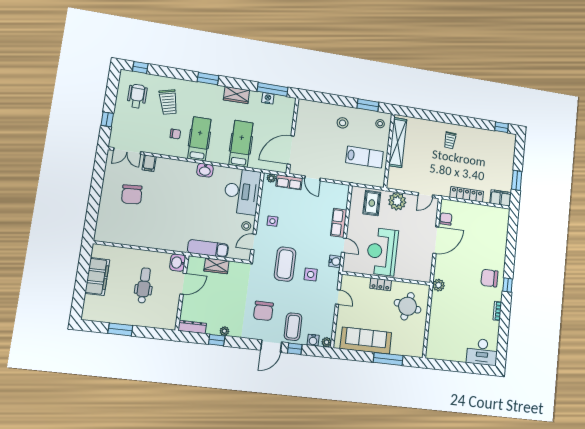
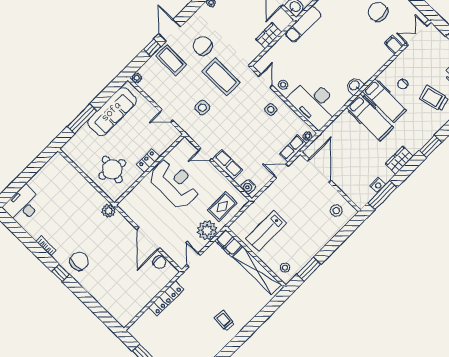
stool: (343, 123) -> (336, 211), moved
hospital bed: (241, 144) -> (370, 117), moved
filing cabinet: (501, 198) -> (228, 243), moved, turned 90
rug: (372, 203) -> (222, 207), turned 90
exam couch: (208, 248) -> (303, 24), moved
water cooler: (335, 261) -> (248, 187), moved
coffee table: (285, 264) -> (221, 77), moved
water cooler: (313, 340) -> (147, 68), removed

